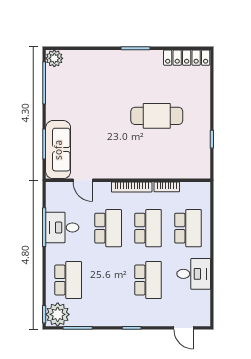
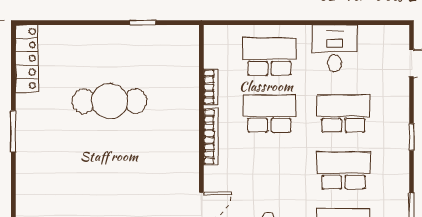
cafe table: (157, 116) -> (110, 101), turned 90
school desk: (108, 228) -> (343, 170), moved

